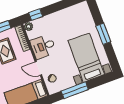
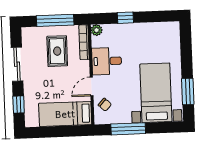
window: (36, 15) -> (125, 18), moved
window: (103, 34) -> (188, 92), moved
door: (38, 68) -> (92, 86), hinge flipped

